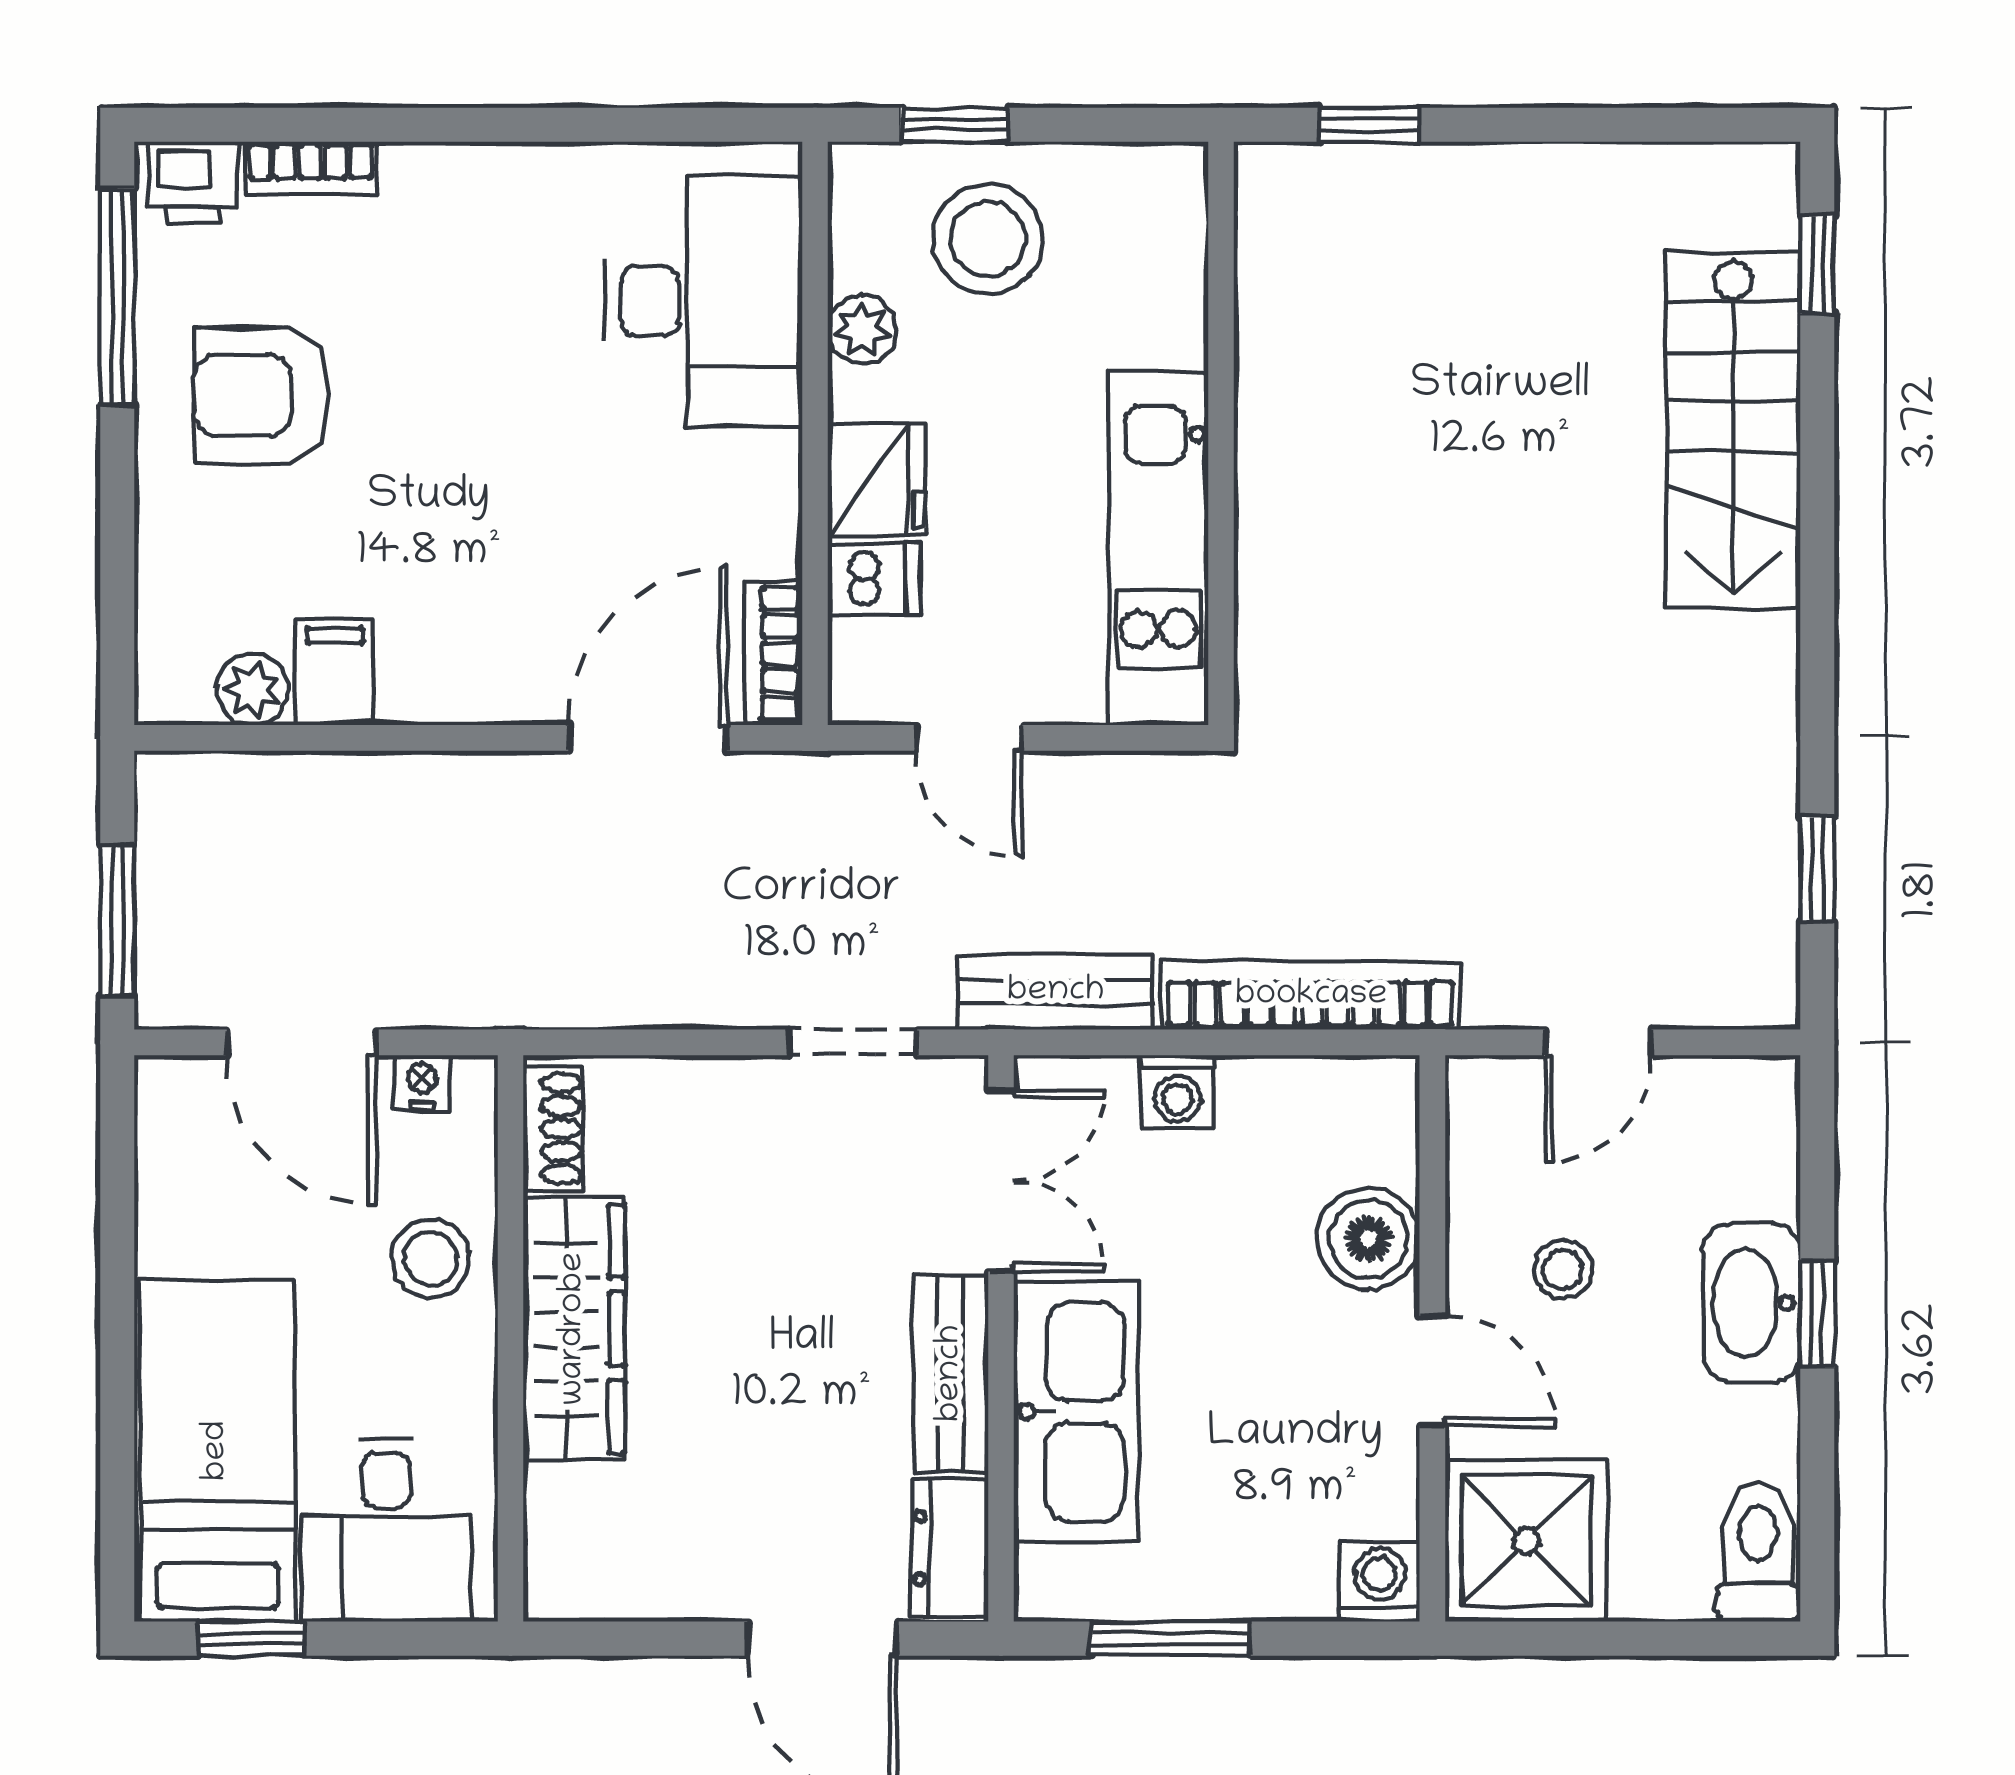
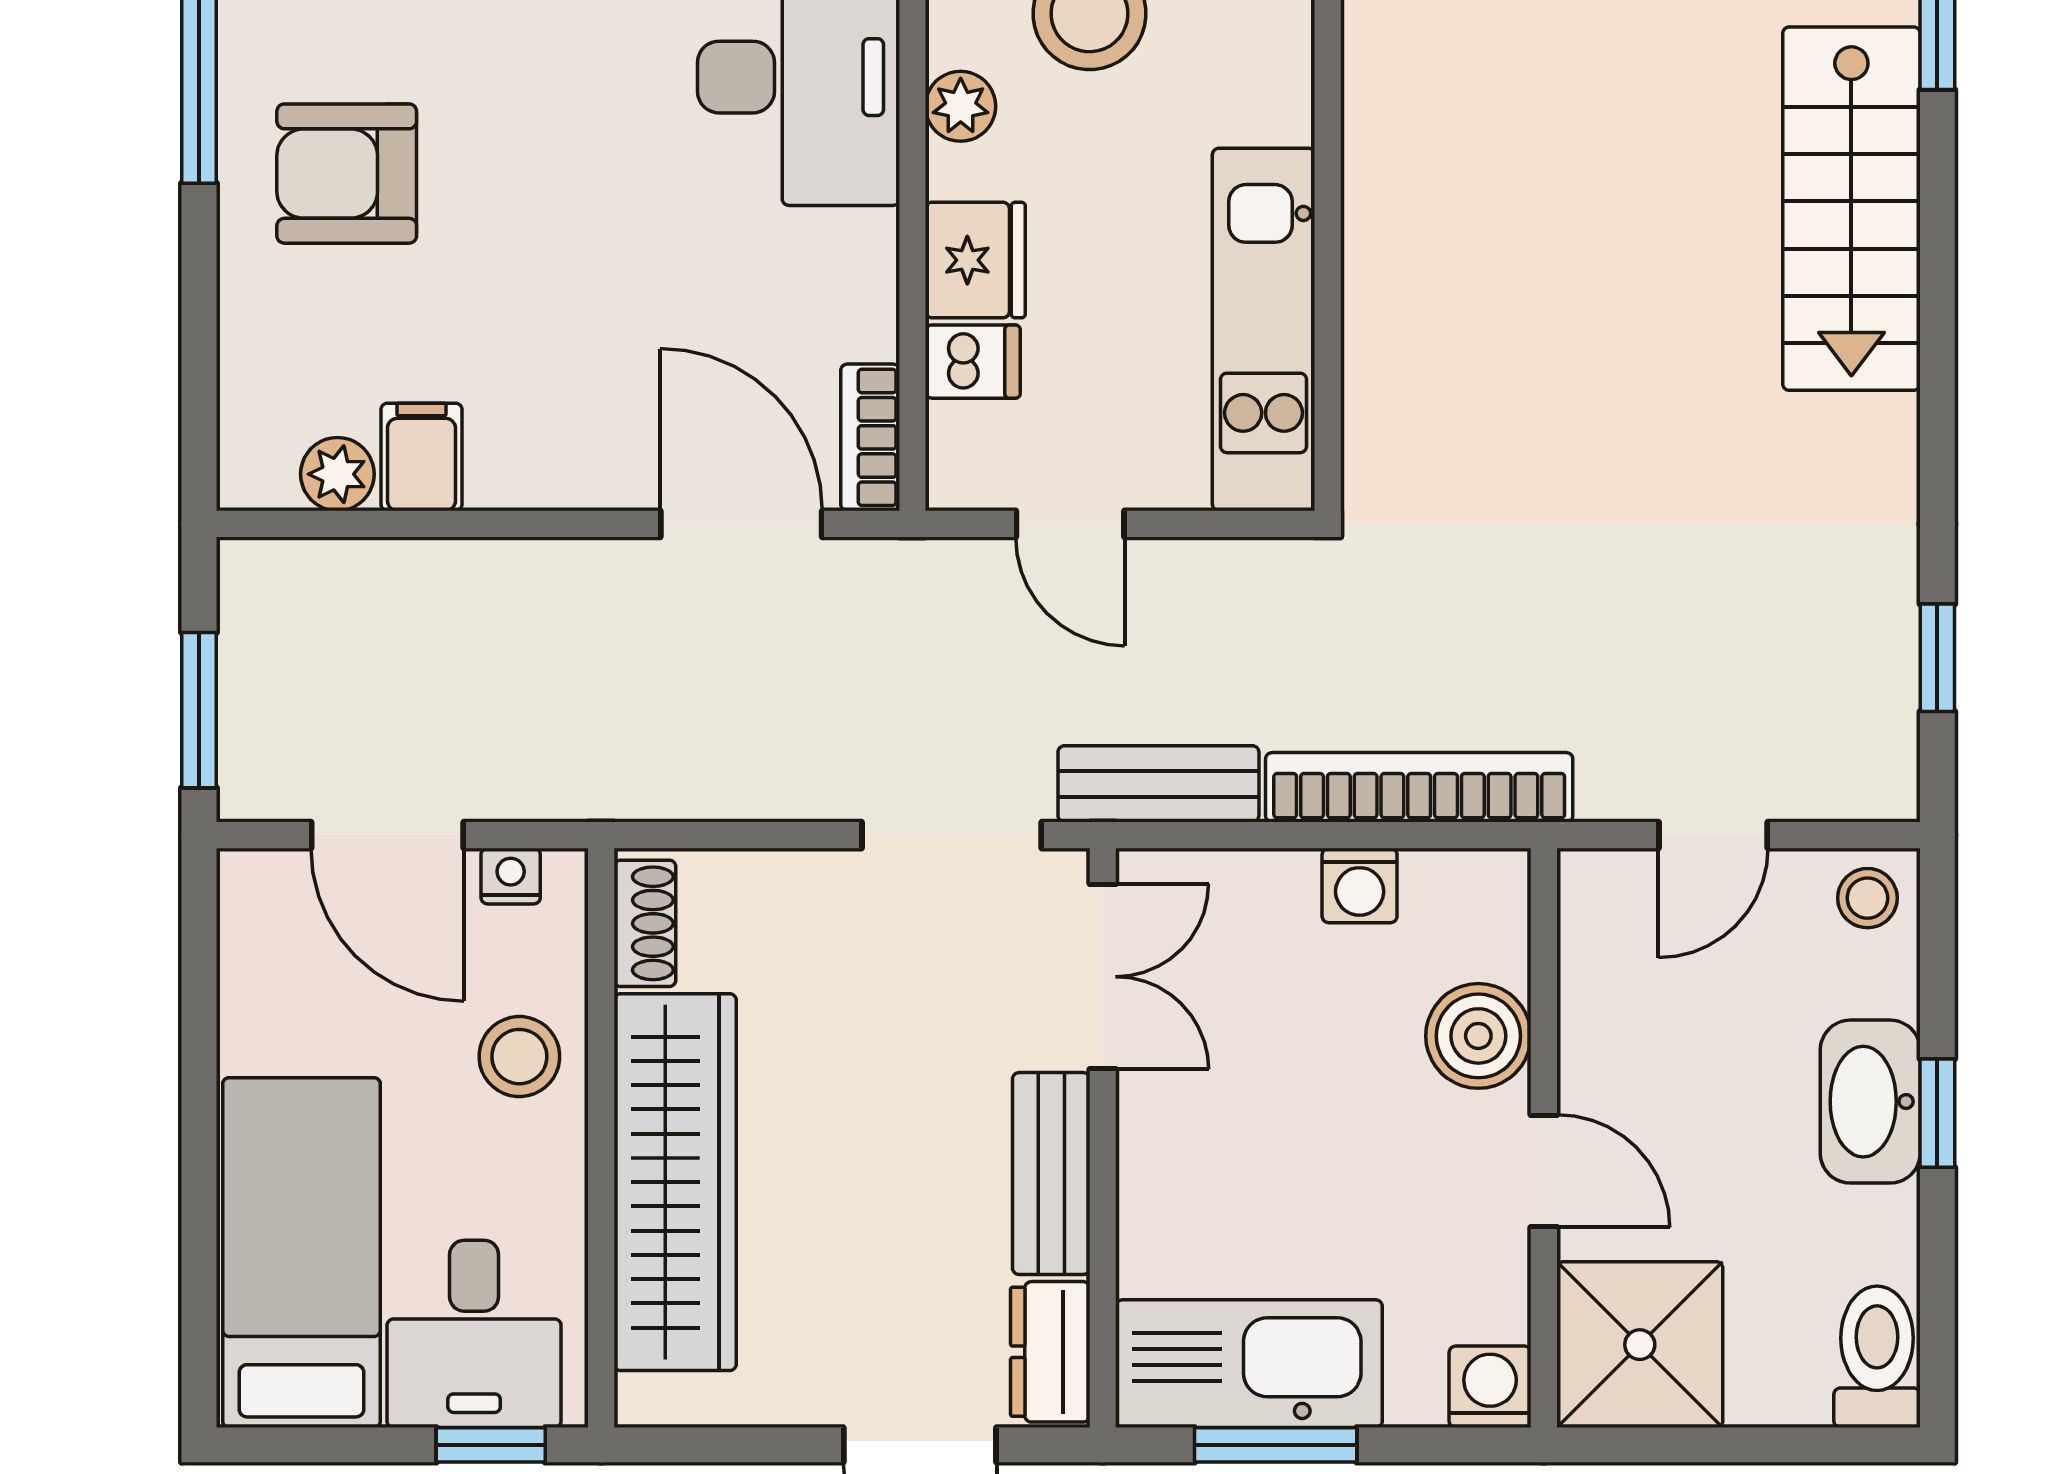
door: (648, 738) -> (741, 524), hinge flipped
doorway: (853, 1042) -> (952, 835), width x1.38
washing machine: (1177, 1092) -> (1360, 885), moved
stool: (1563, 1269) -> (1867, 898), moved
wardrobe: (574, 1329) -> (675, 1182), width x1.40, depth x1.17
kitchen sink: (1076, 1412) -> (1249, 1364), moved, turned -90
window: (251, 1639) -> (491, 1445), moved

